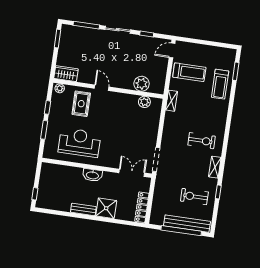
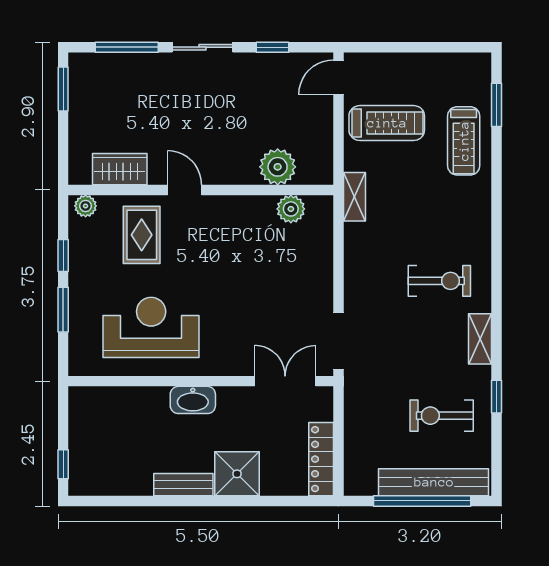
wardrobe: (66, 74) -> (120, 169), moved

